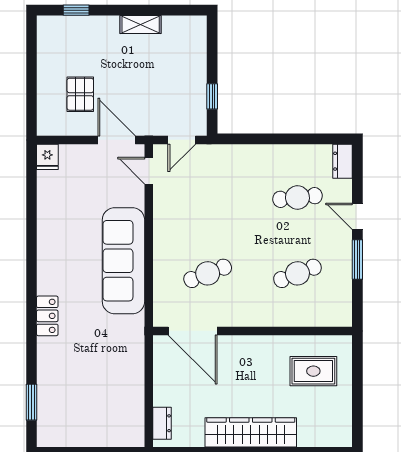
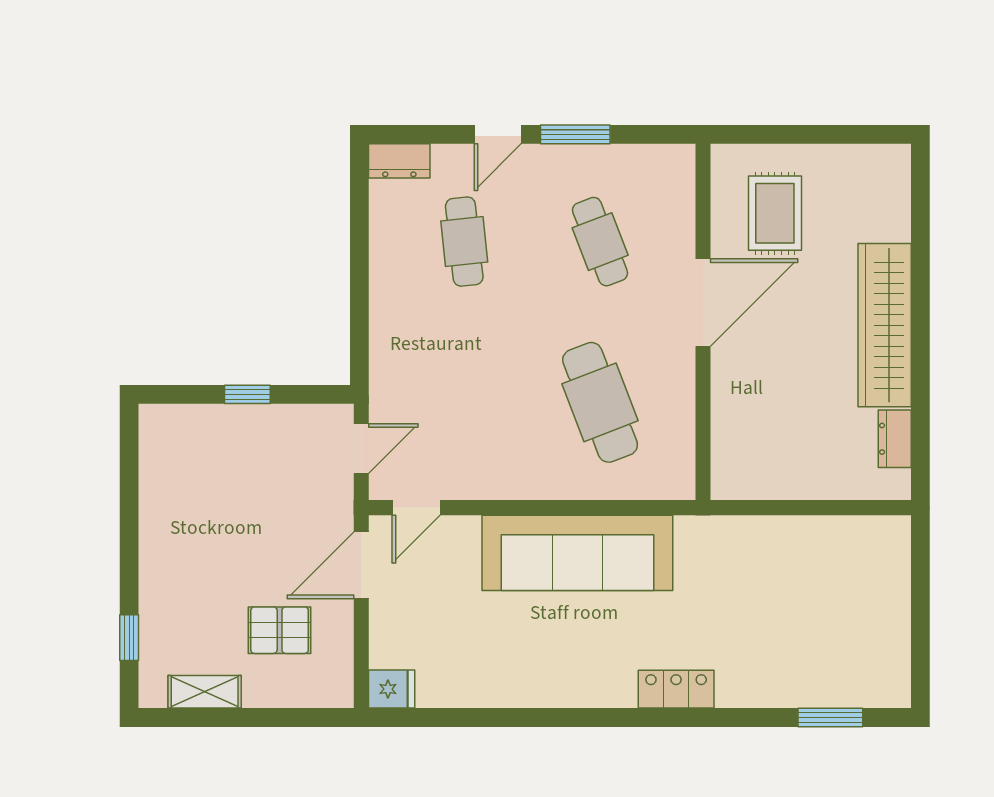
shelving: (141, 25) -> (205, 692), moved, turned 90
window: (212, 96) -> (247, 394), moved
door: (182, 140) -> (361, 449), hinge flipped
cafe table: (208, 273) -> (600, 402), width x1.37, depth x1.35
door: (193, 331) -> (703, 303), moved
dresser: (162, 423) -> (895, 439), moved, turned -90

